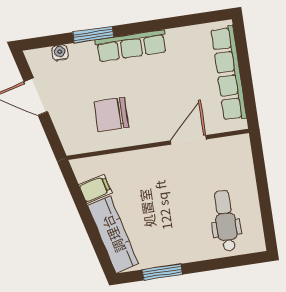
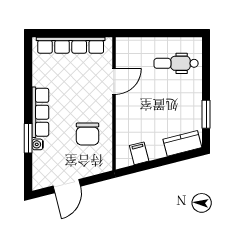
water cooler: (60, 53) -> (38, 144), moved
door: (188, 140) -> (114, 81), swing flipped
kitchen counter: (113, 234) -> (182, 143), width x0.67

